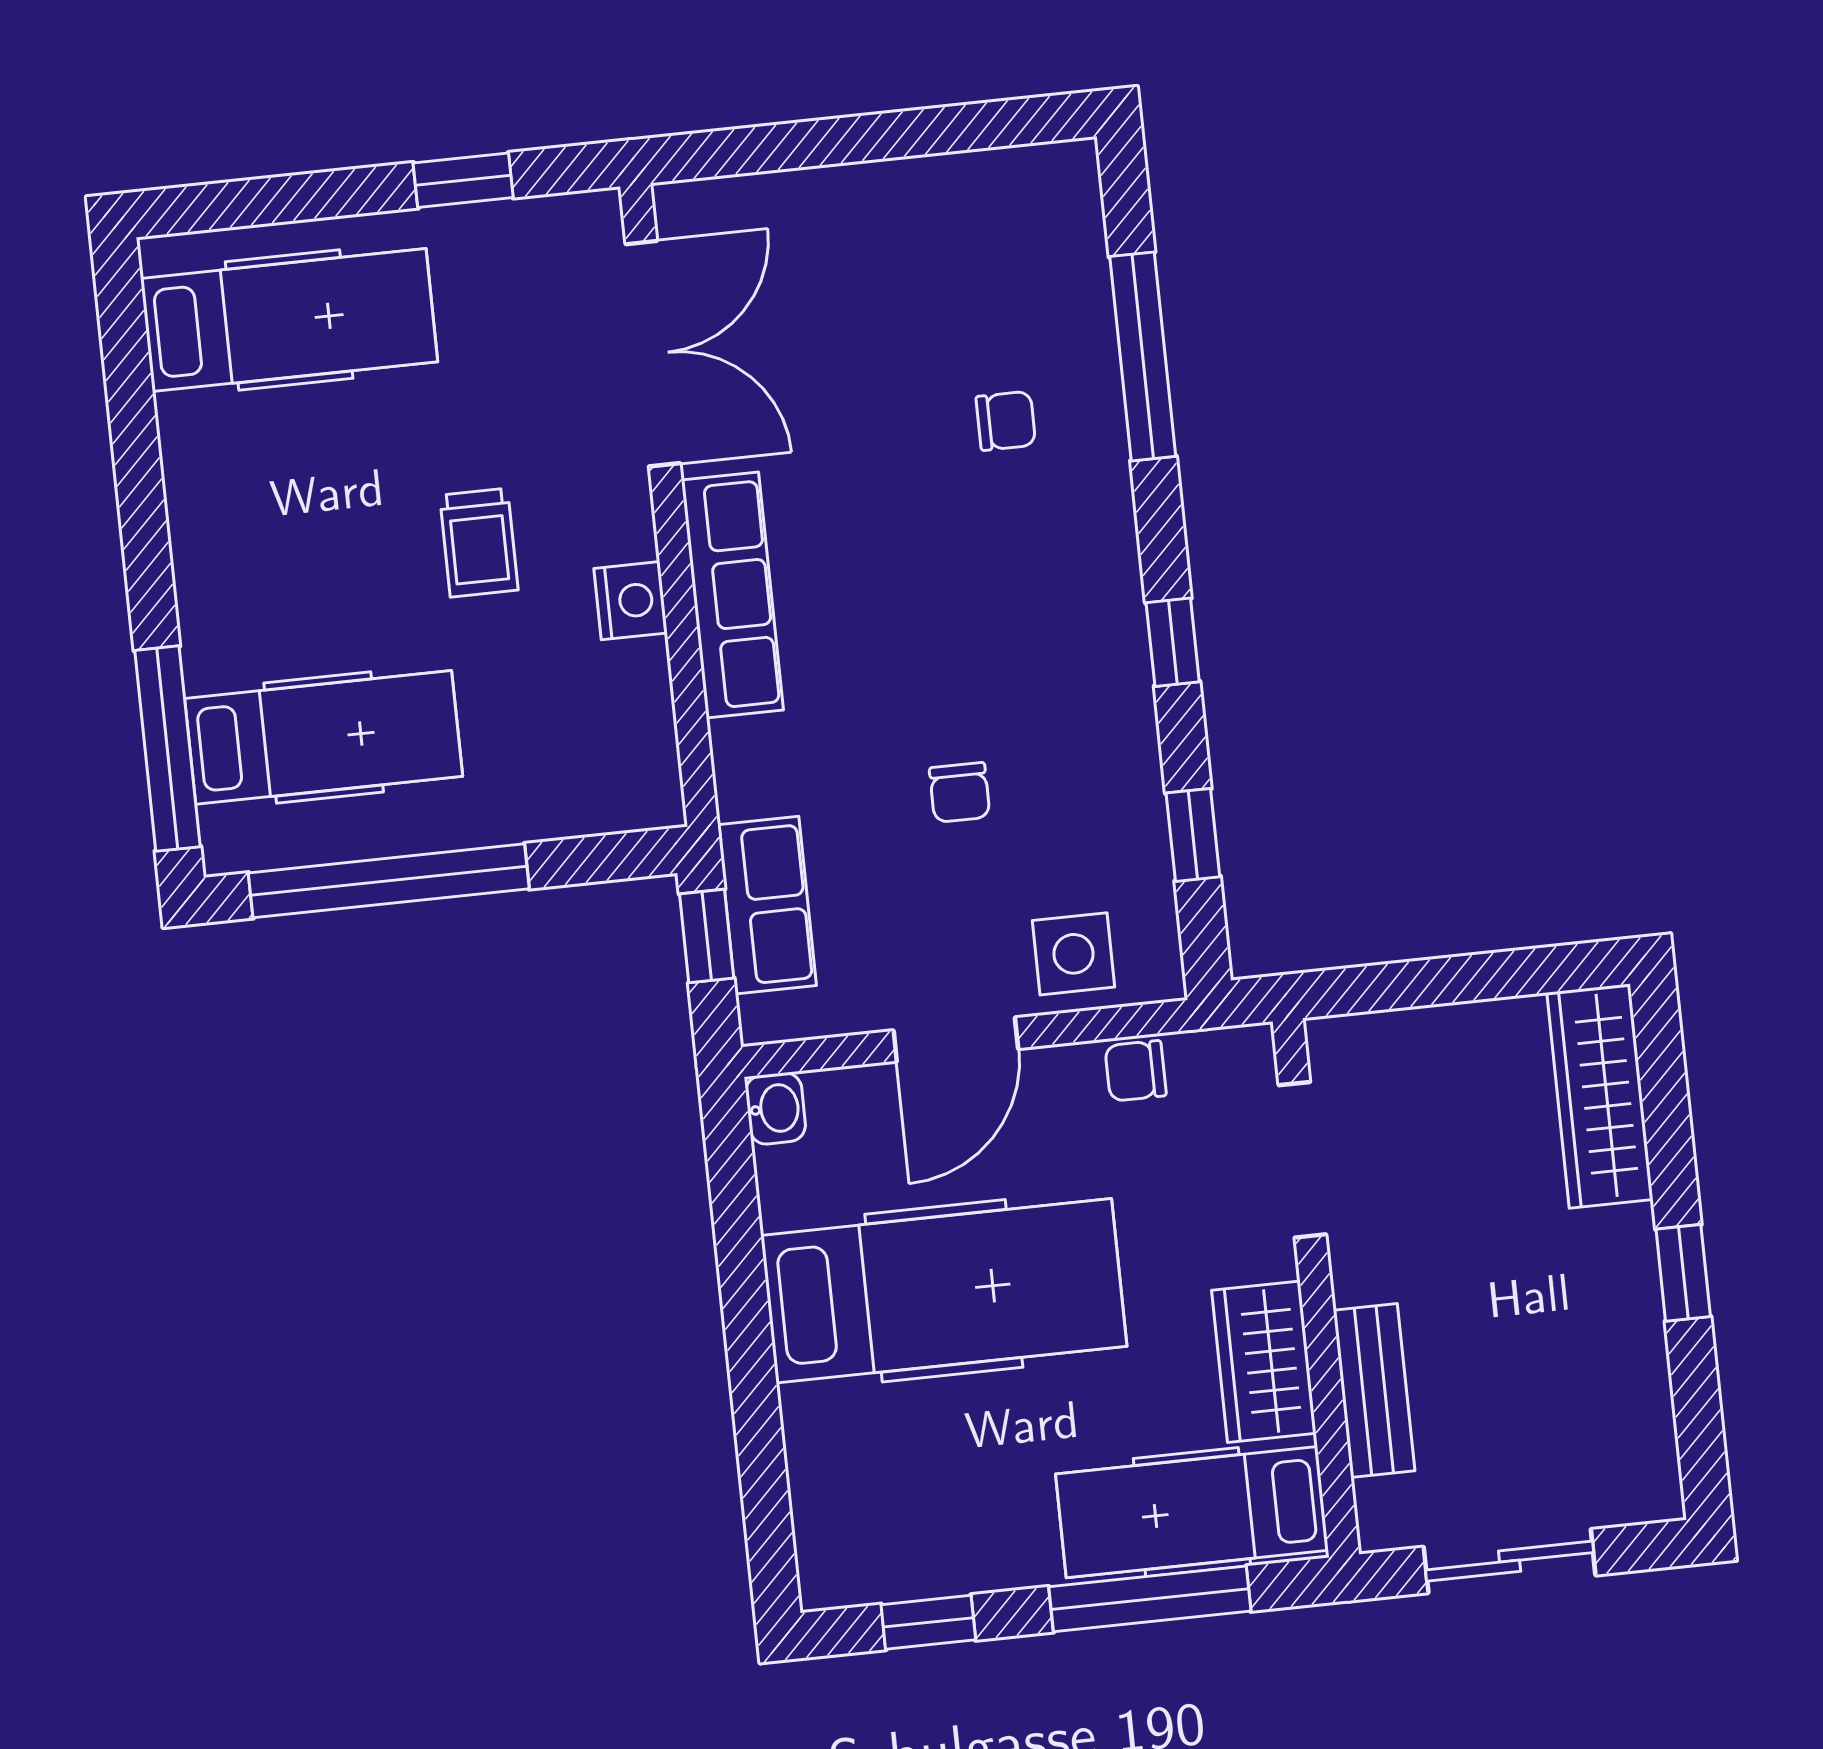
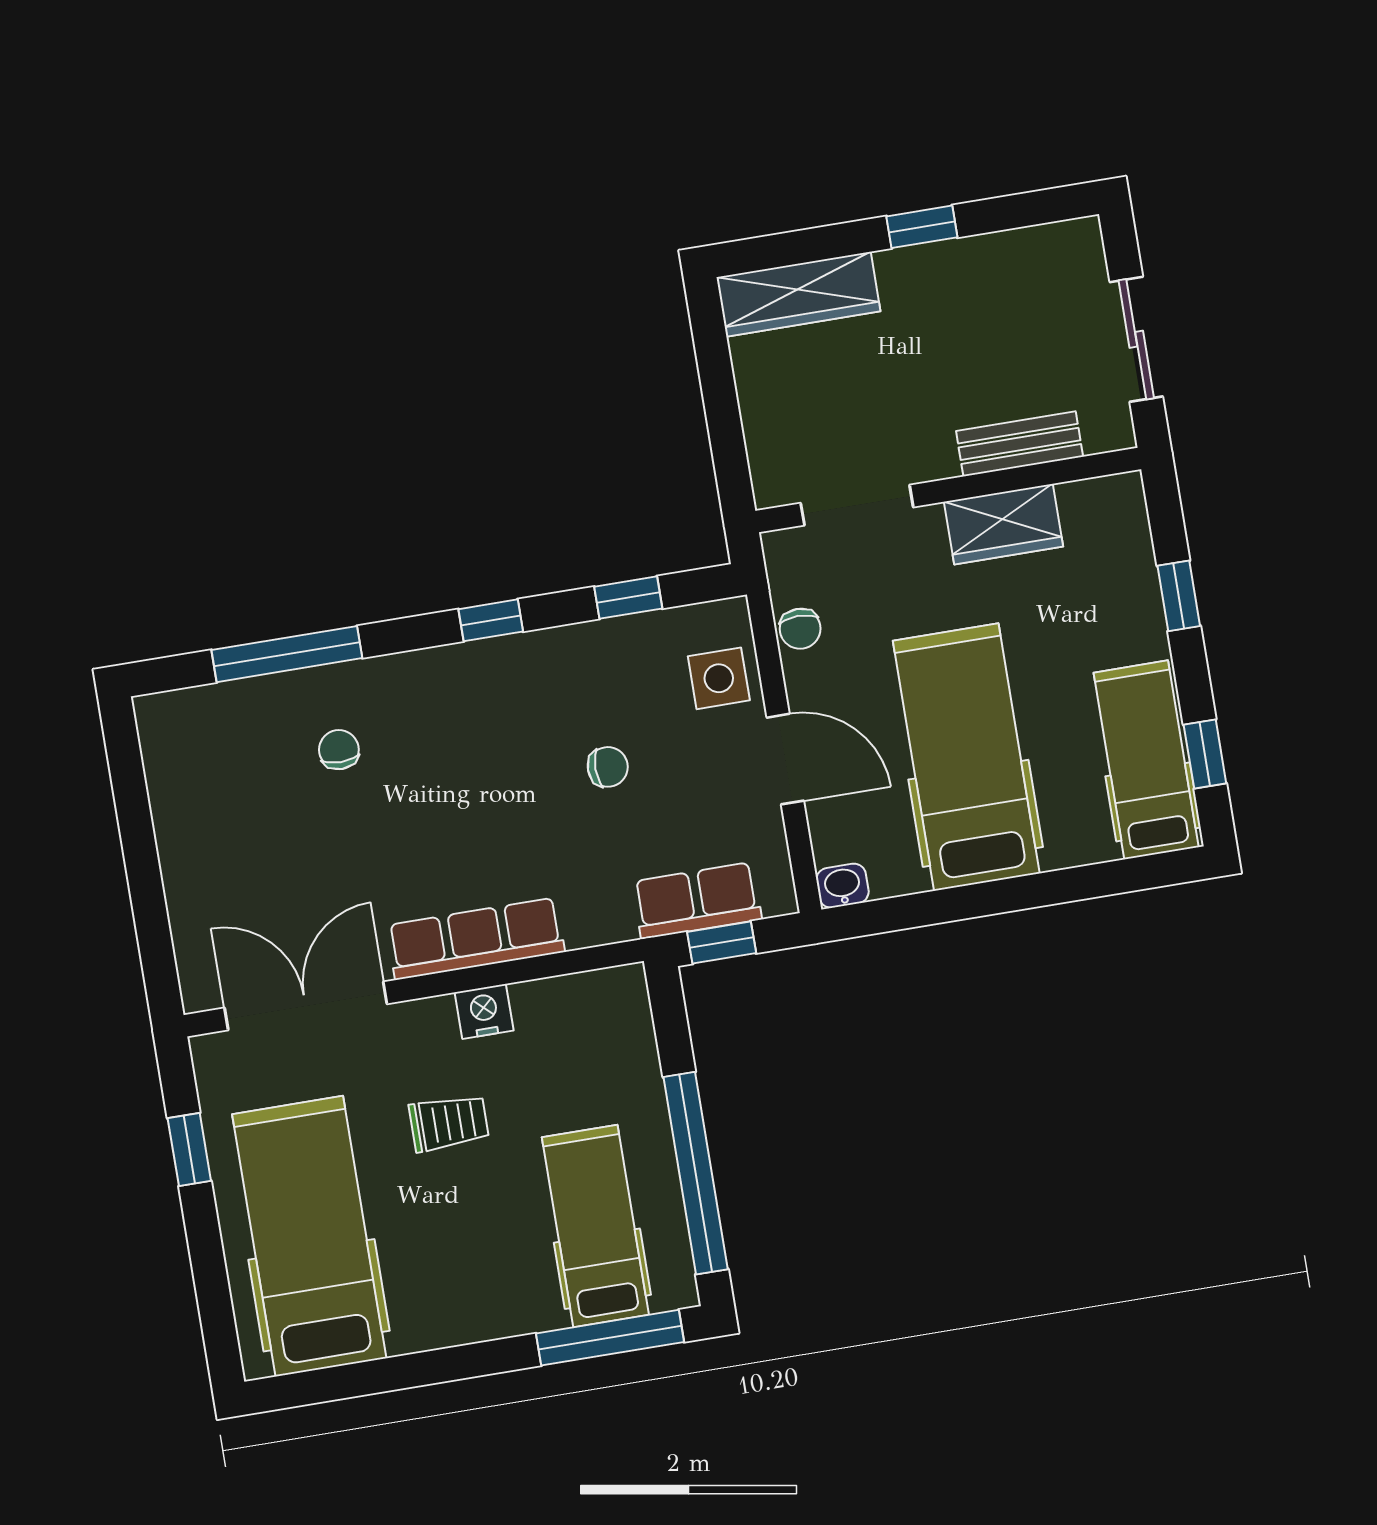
hospital bed: (289, 320) -> (309, 1236), width x1.37, depth x1.29
hospital bed: (1192, 1512) -> (1146, 760), moved, turned 180
window: (1150, 1599) -> (1179, 596), width x0.46

